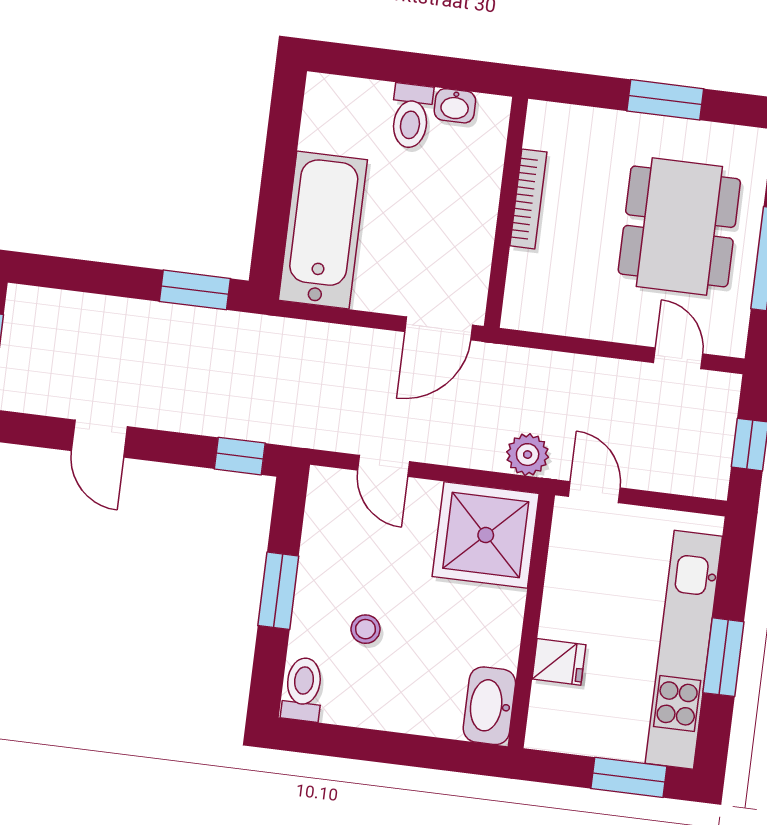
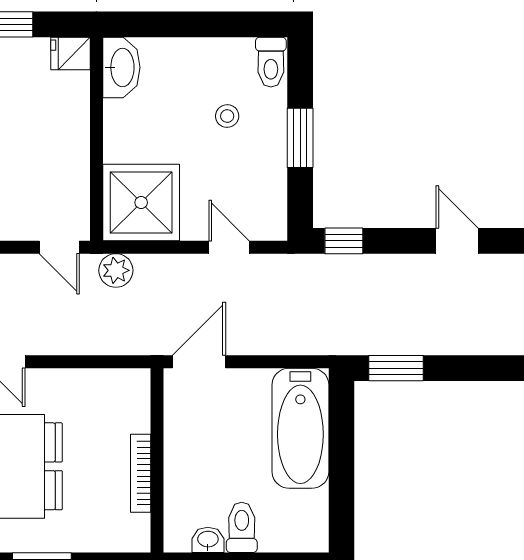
fridge: (559, 662) -> (71, 54), moved

